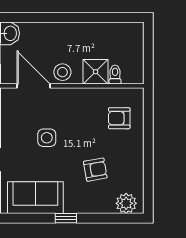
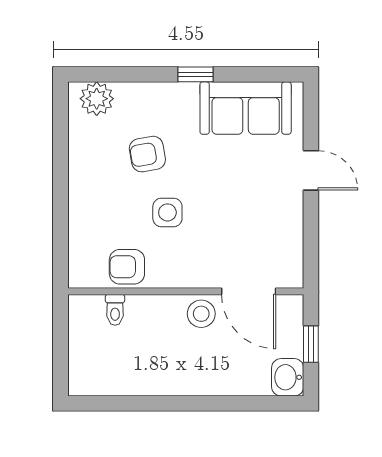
shower: (95, 72) -> (147, 314), removed
armchair: (119, 118) -> (127, 267), moved, turned 180
side table: (47, 138) -> (167, 212), moved

